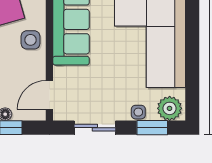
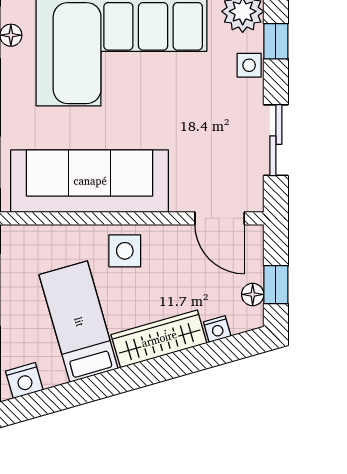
window: (152, 128) -> (276, 41), width x0.67

